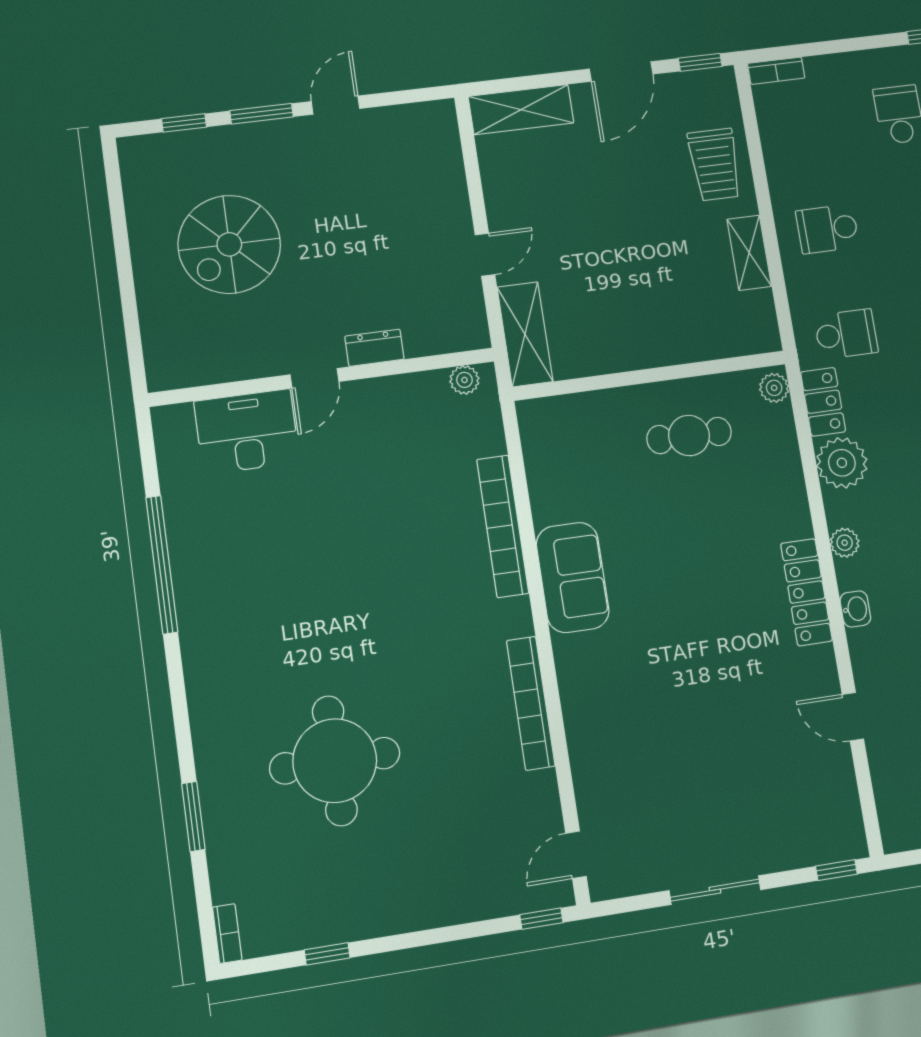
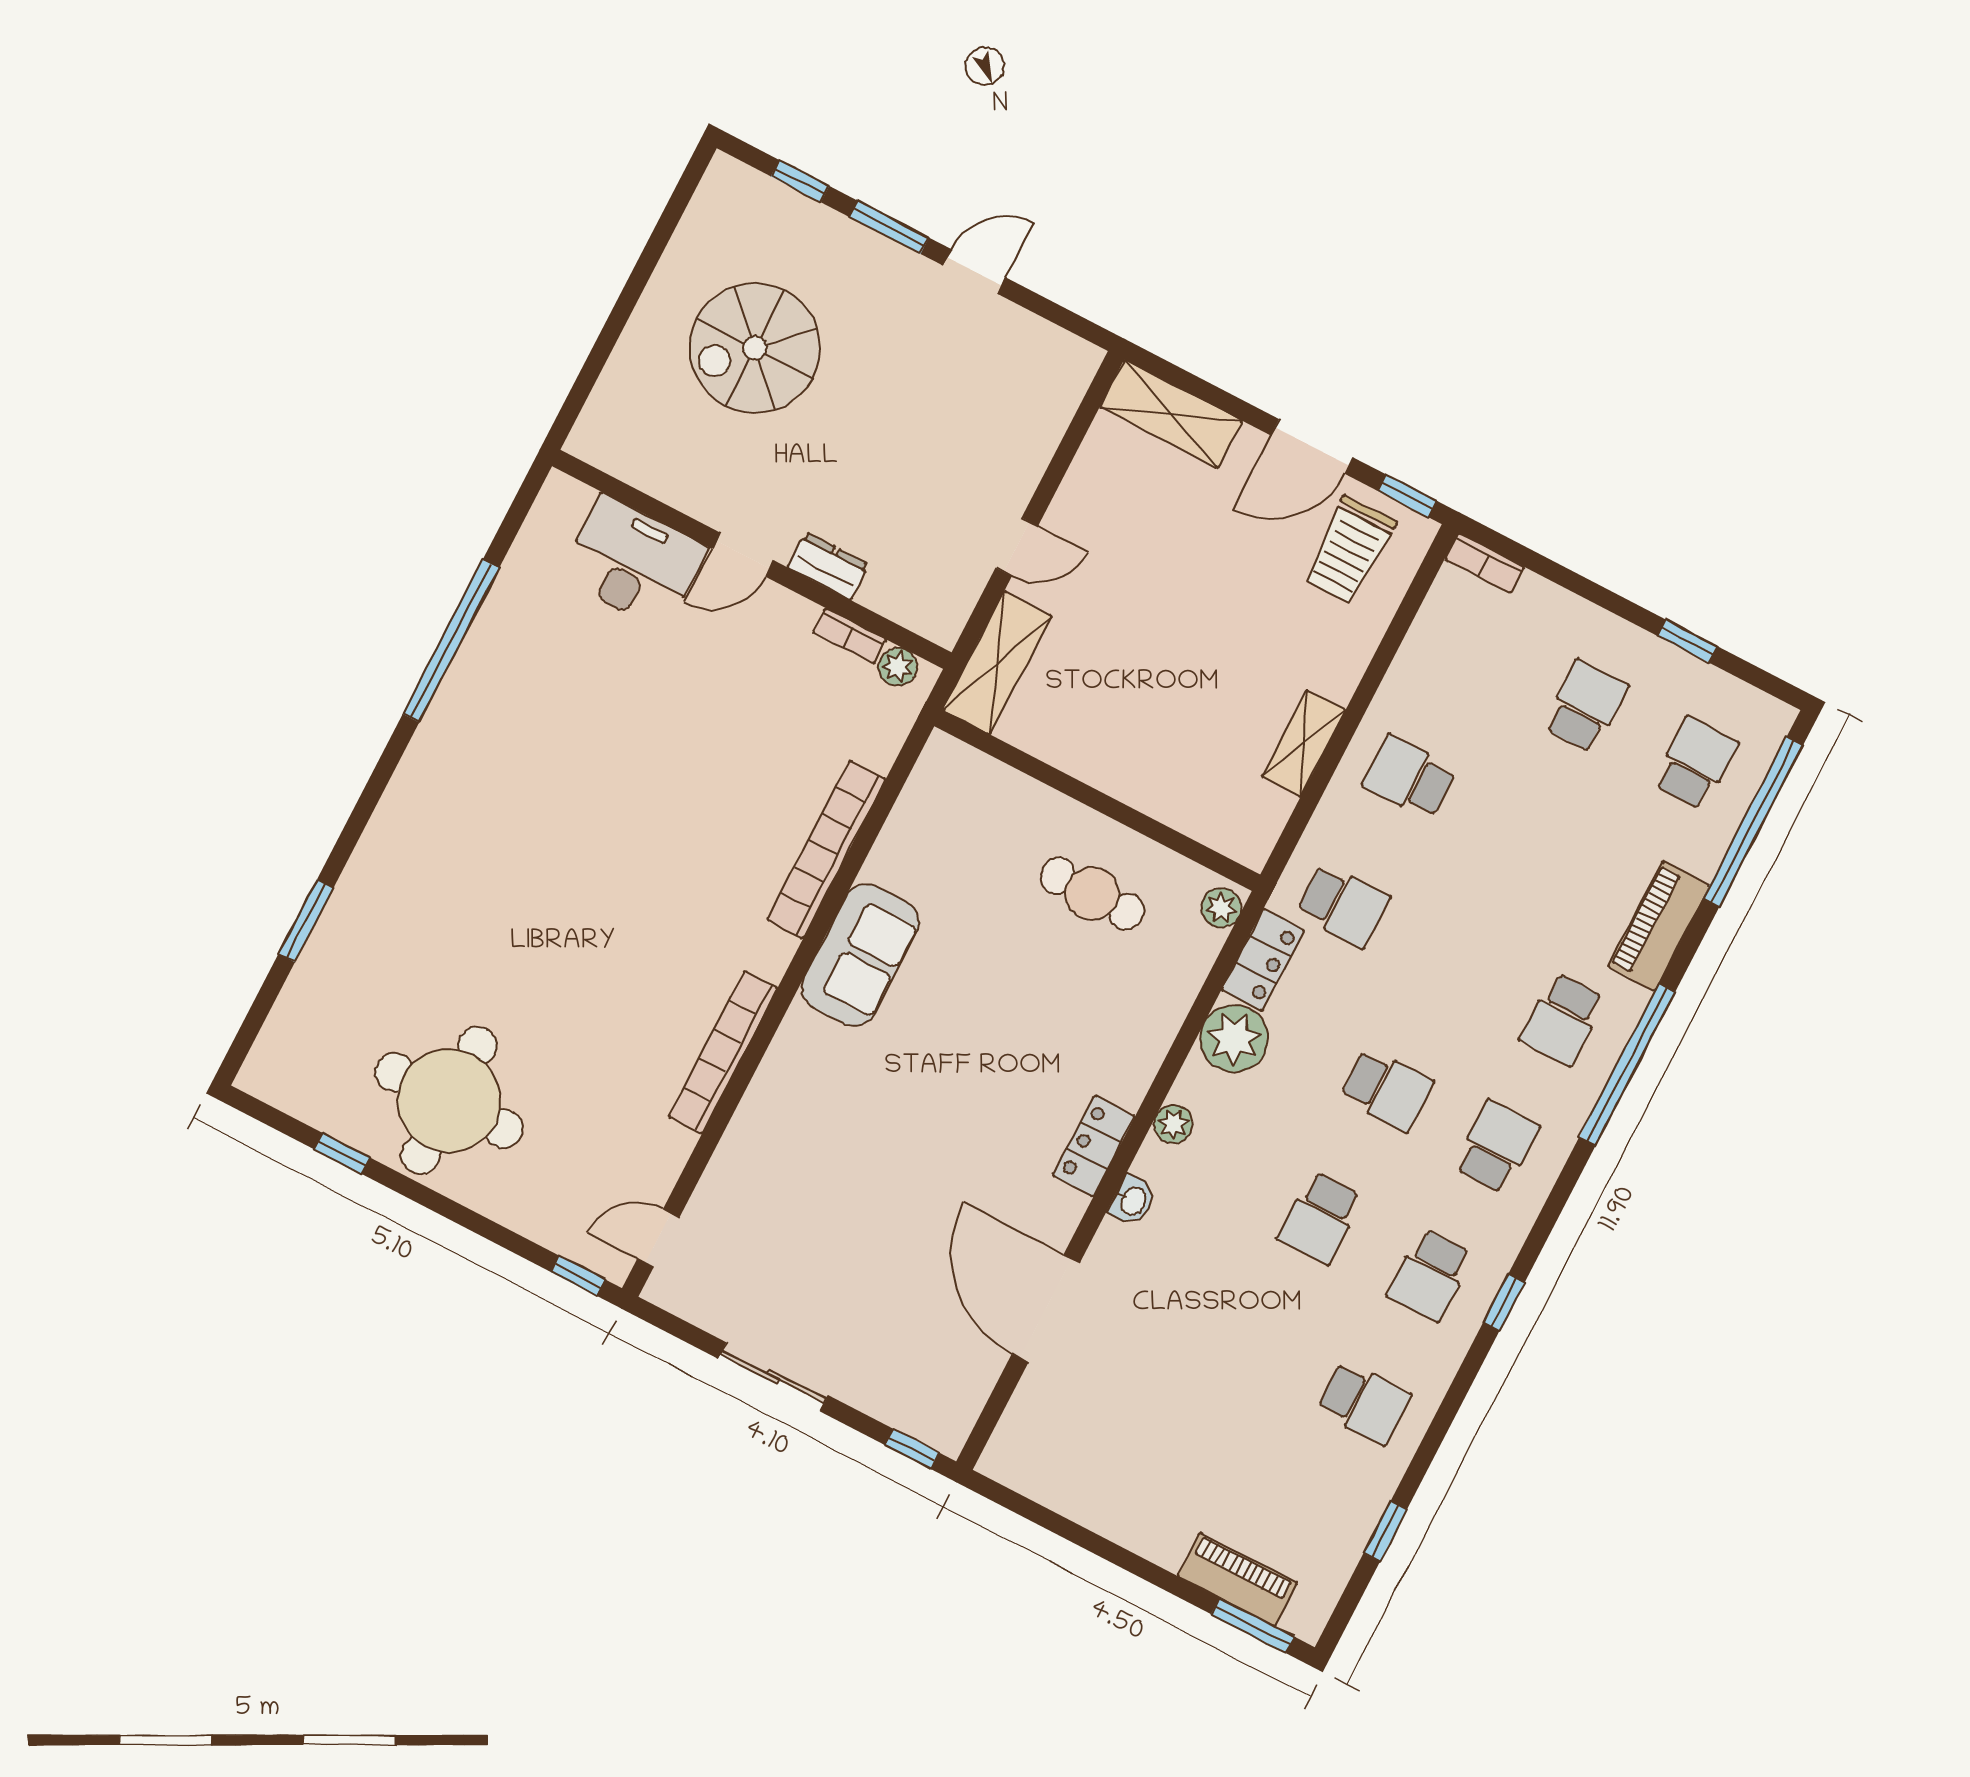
trolley: (715, 164) -> (1349, 550), moved
locker: (806, 592) -> (1094, 1146), width x0.66
door: (853, 717) -> (1046, 1308), width x1.87
round table: (335, 761) -> (449, 1100), moved
bookcase: (227, 934) -> (850, 636), moved, turned 90

